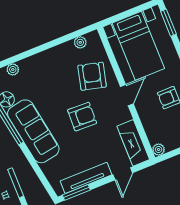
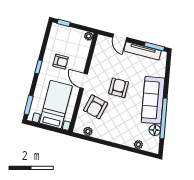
door: (127, 95) -> (84, 81), hinge flipped
armchair: (82, 117) -> (119, 88), turned 88
fireplace: (133, 143) -> (100, 51), removed
door: (123, 174) -> (120, 37), swing flipped

